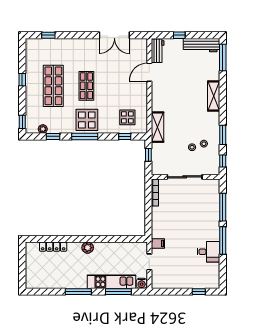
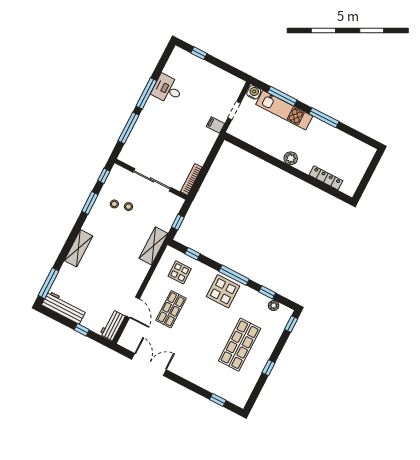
door: (149, 72) -> (133, 307), hinge flipped
shop shelf: (86, 86) -> (171, 309), moved

